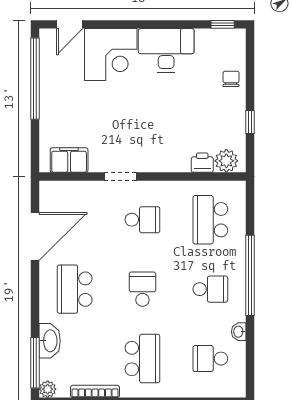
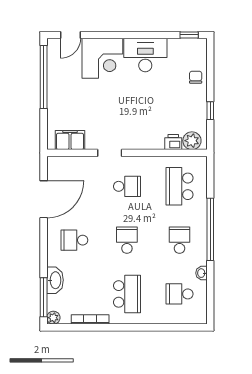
school desk: (75, 289) -> (74, 240), width x0.54
school desk: (210, 289) -> (179, 240), turned -90

